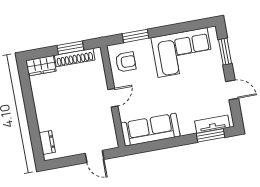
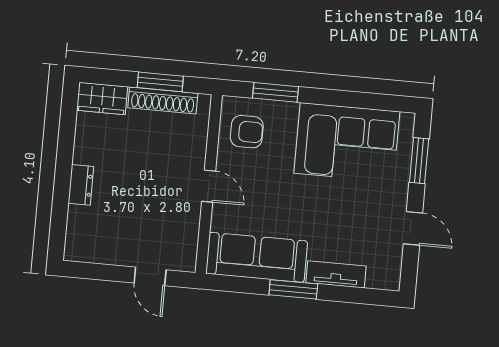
door: (113, 98) -> (209, 186), hinge flipped
tv unit: (212, 124) -> (336, 274), moved
window: (210, 135) -> (293, 289), moved
dresser: (47, 142) -> (81, 185), moved

